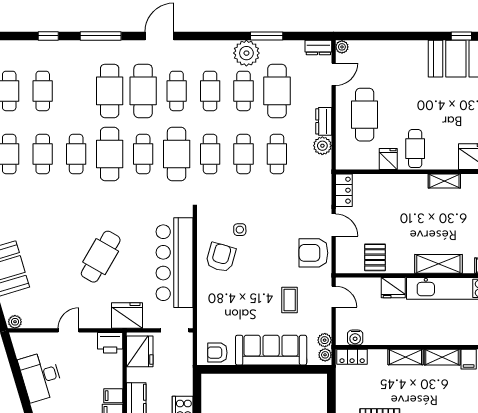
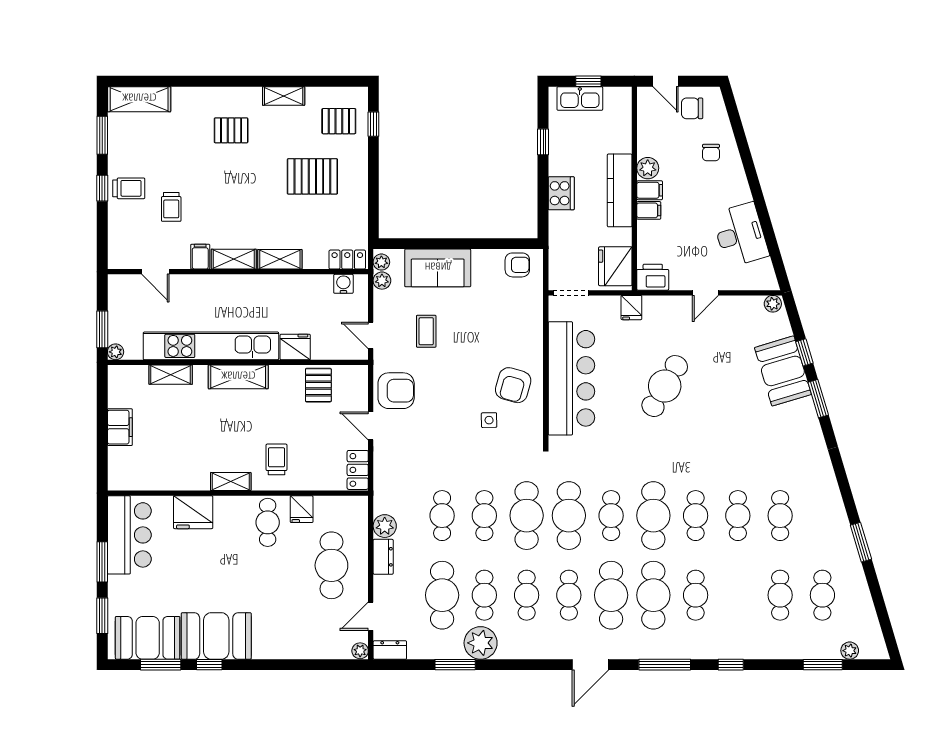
cafe table: (43, 91) -> (696, 595), moved
cafe table: (210, 154) -> (527, 516), width x1.37, depth x1.35
trolley: (408, 198) -> (277, 459), added
fridge: (127, 315) -> (631, 308), width x0.53, depth x0.75
sofa: (271, 350) -> (438, 268), width x0.73

